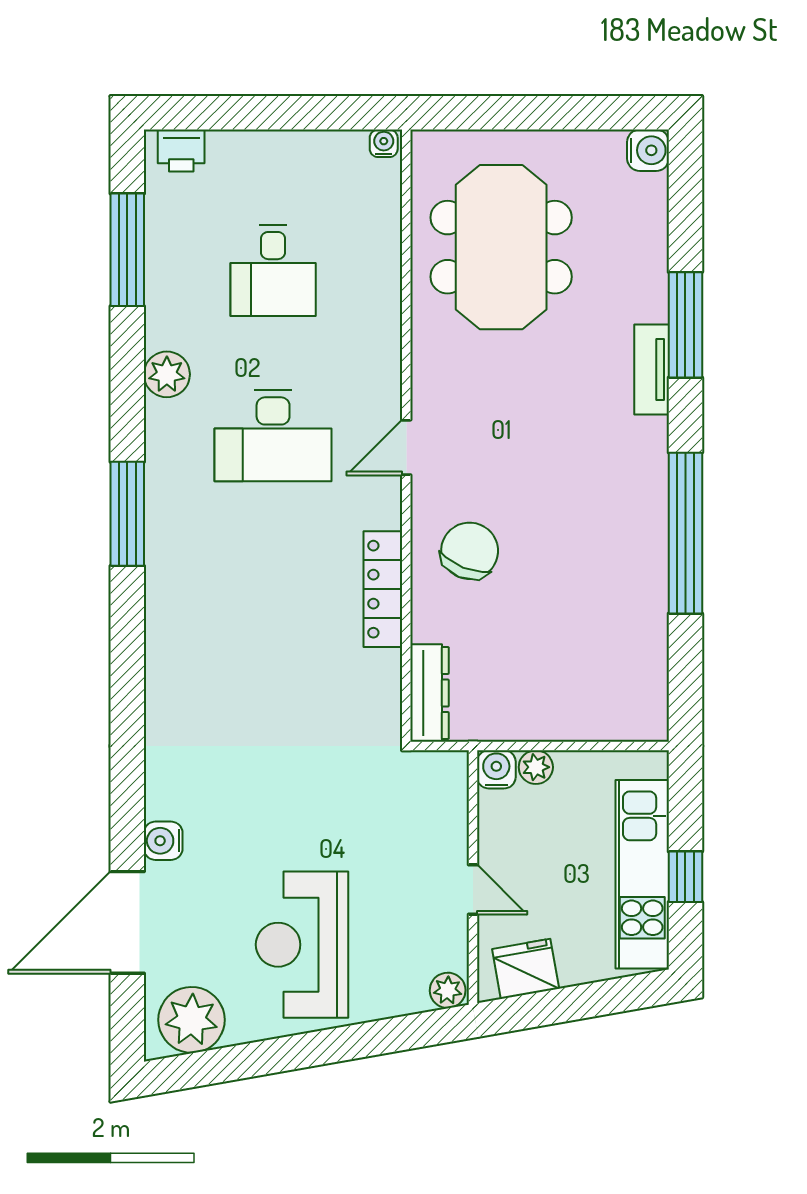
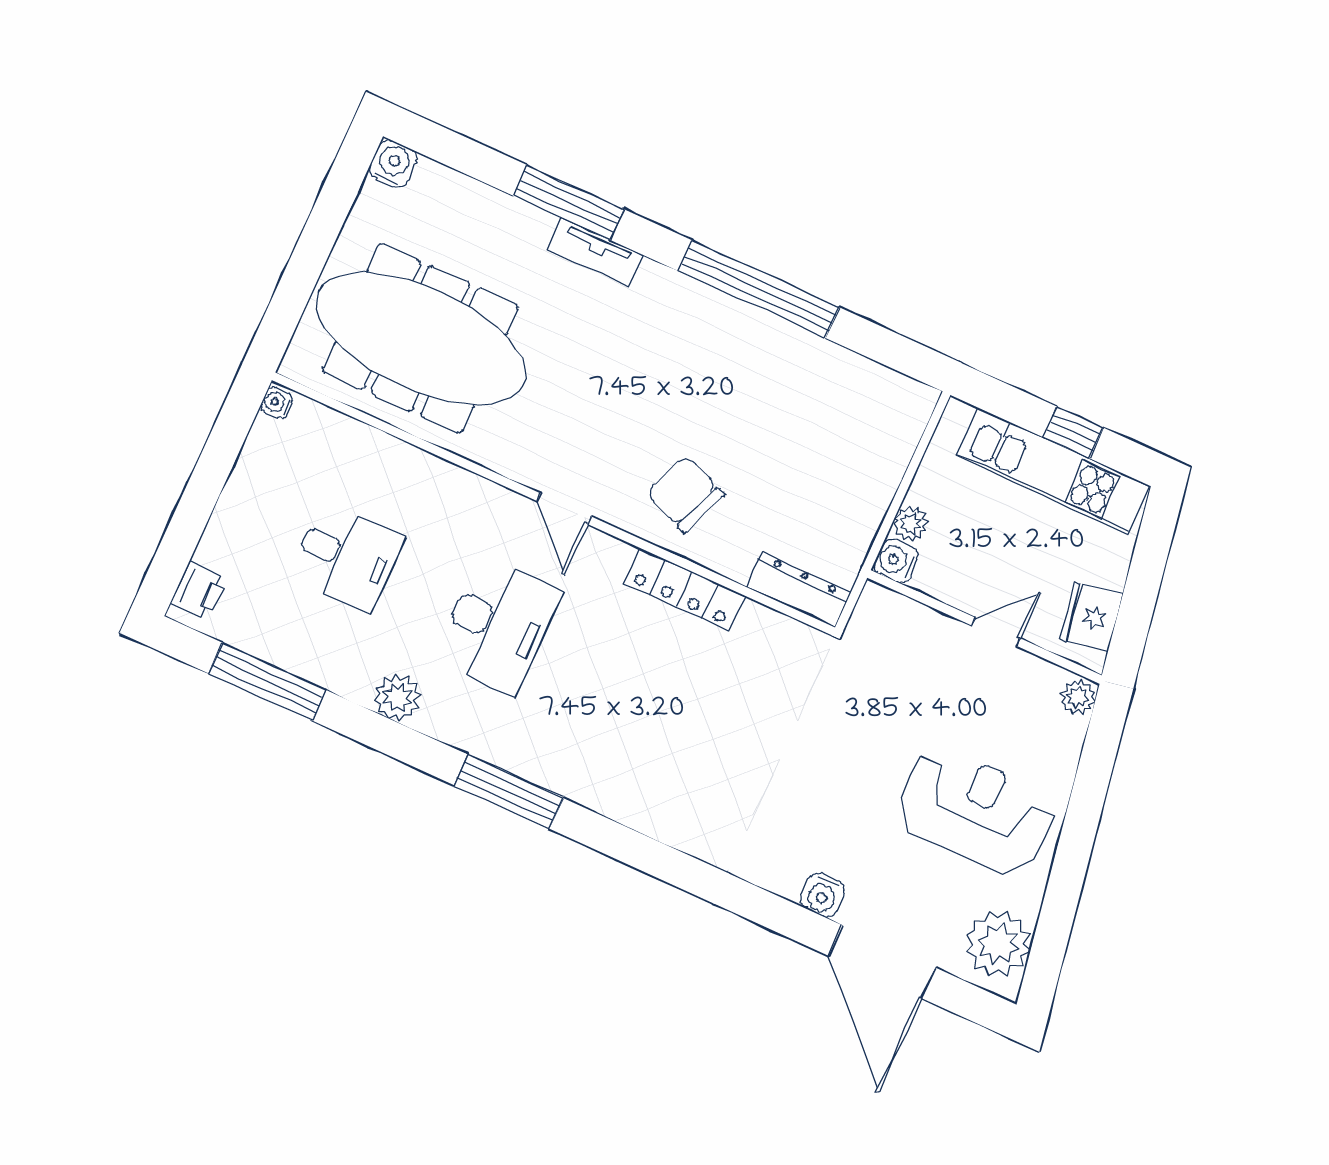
meeting table: (501, 247) -> (421, 339), width x1.36
reception desk: (302, 945) -> (975, 811), turned 180

